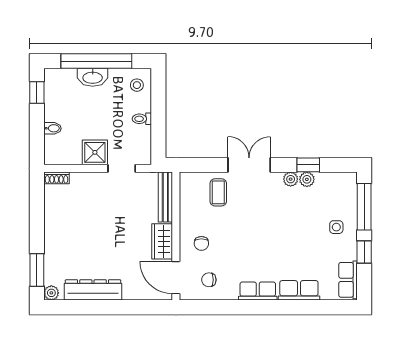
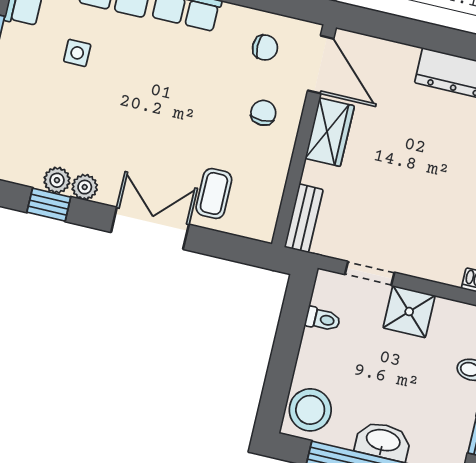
stool: (137, 85) -> (310, 410), width x1.89, depth x1.89
toilet: (142, 119) -> (323, 319), moved
double door: (249, 165) -> (150, 228), swing flipped
bench: (165, 197) -> (304, 218), width x0.73
side table: (336, 227) -> (77, 53), moved

